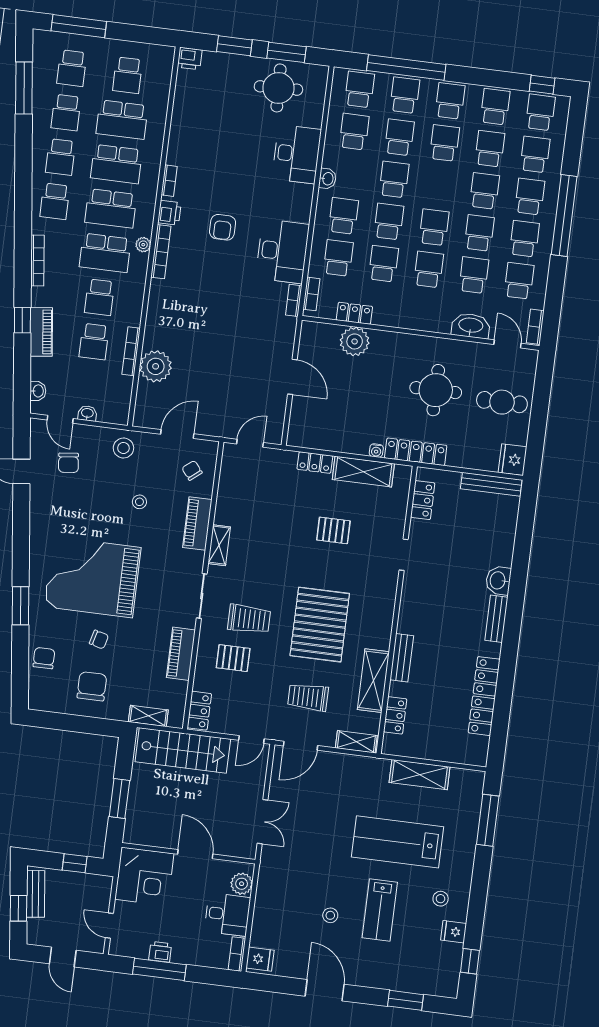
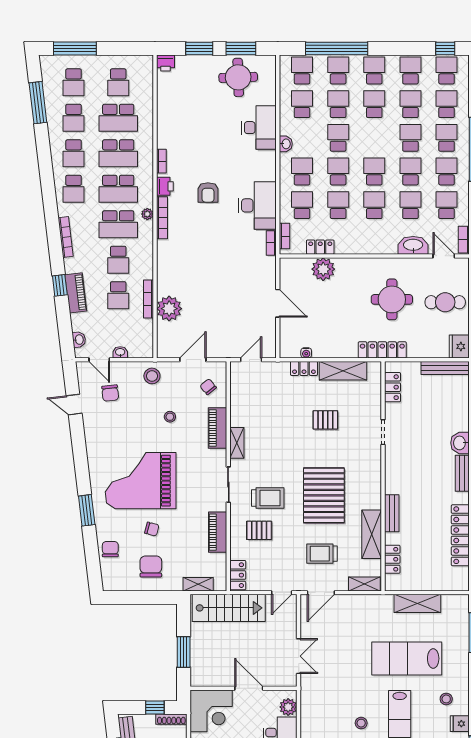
water cooler: (376, 451) -> (306, 353), moved
shoe rack: (93, 880) -> (171, 719), added

